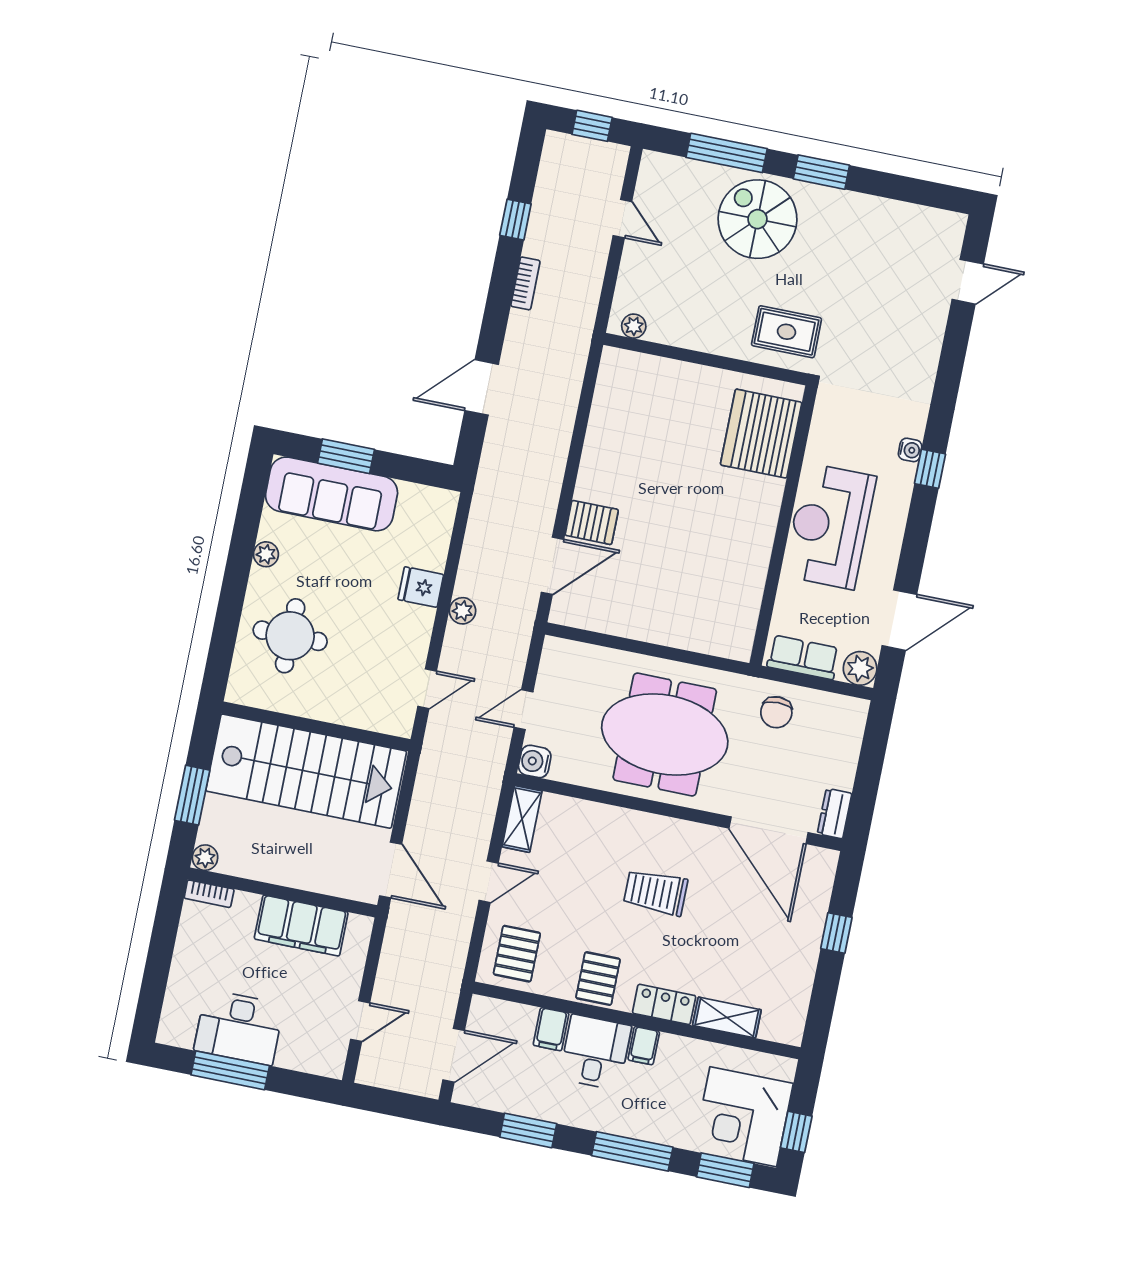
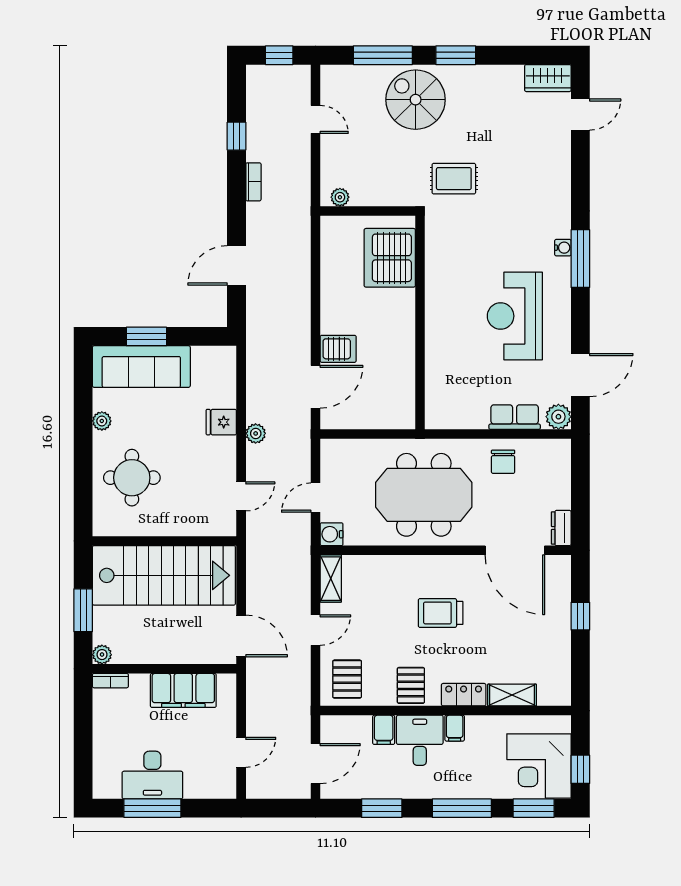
wardrobe: (935, 226) -> (548, 78), added
server rack: (761, 434) -> (390, 258), moved
window: (930, 469) -> (580, 259), width x2.17
wall: (783, 526) -> (420, 322), moved

